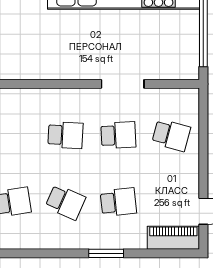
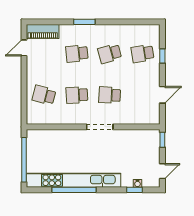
doorway: (123, 84) -> (100, 127), moved
school desk: (65, 202) -> (110, 54), turned -39

